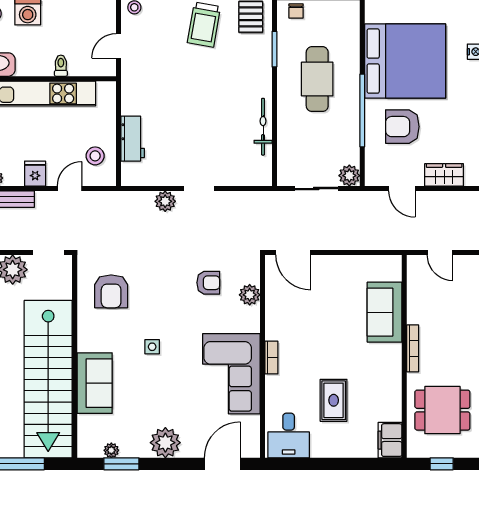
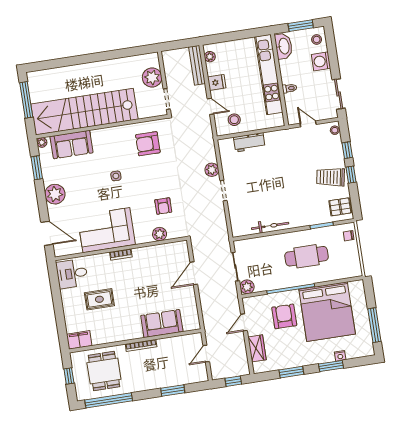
door: (293, 252) -> (194, 273), moved
sofa: (95, 383) -> (72, 145), moved
plant: (111, 450) -> (42, 142), moved

